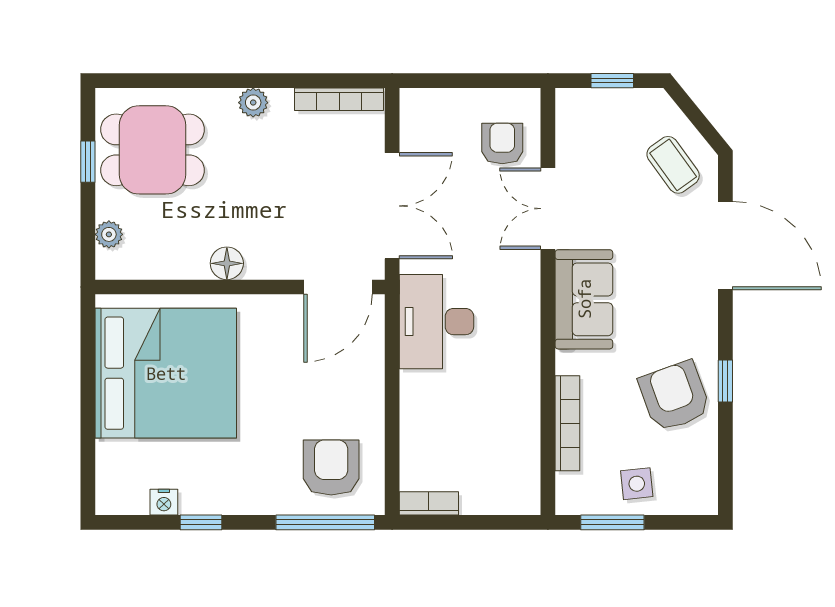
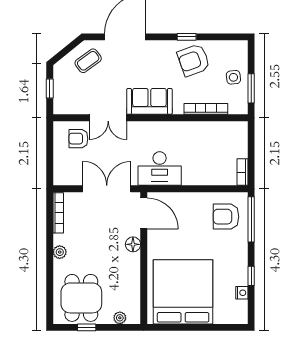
floor lamp: (227, 263) -> (133, 244), moved

